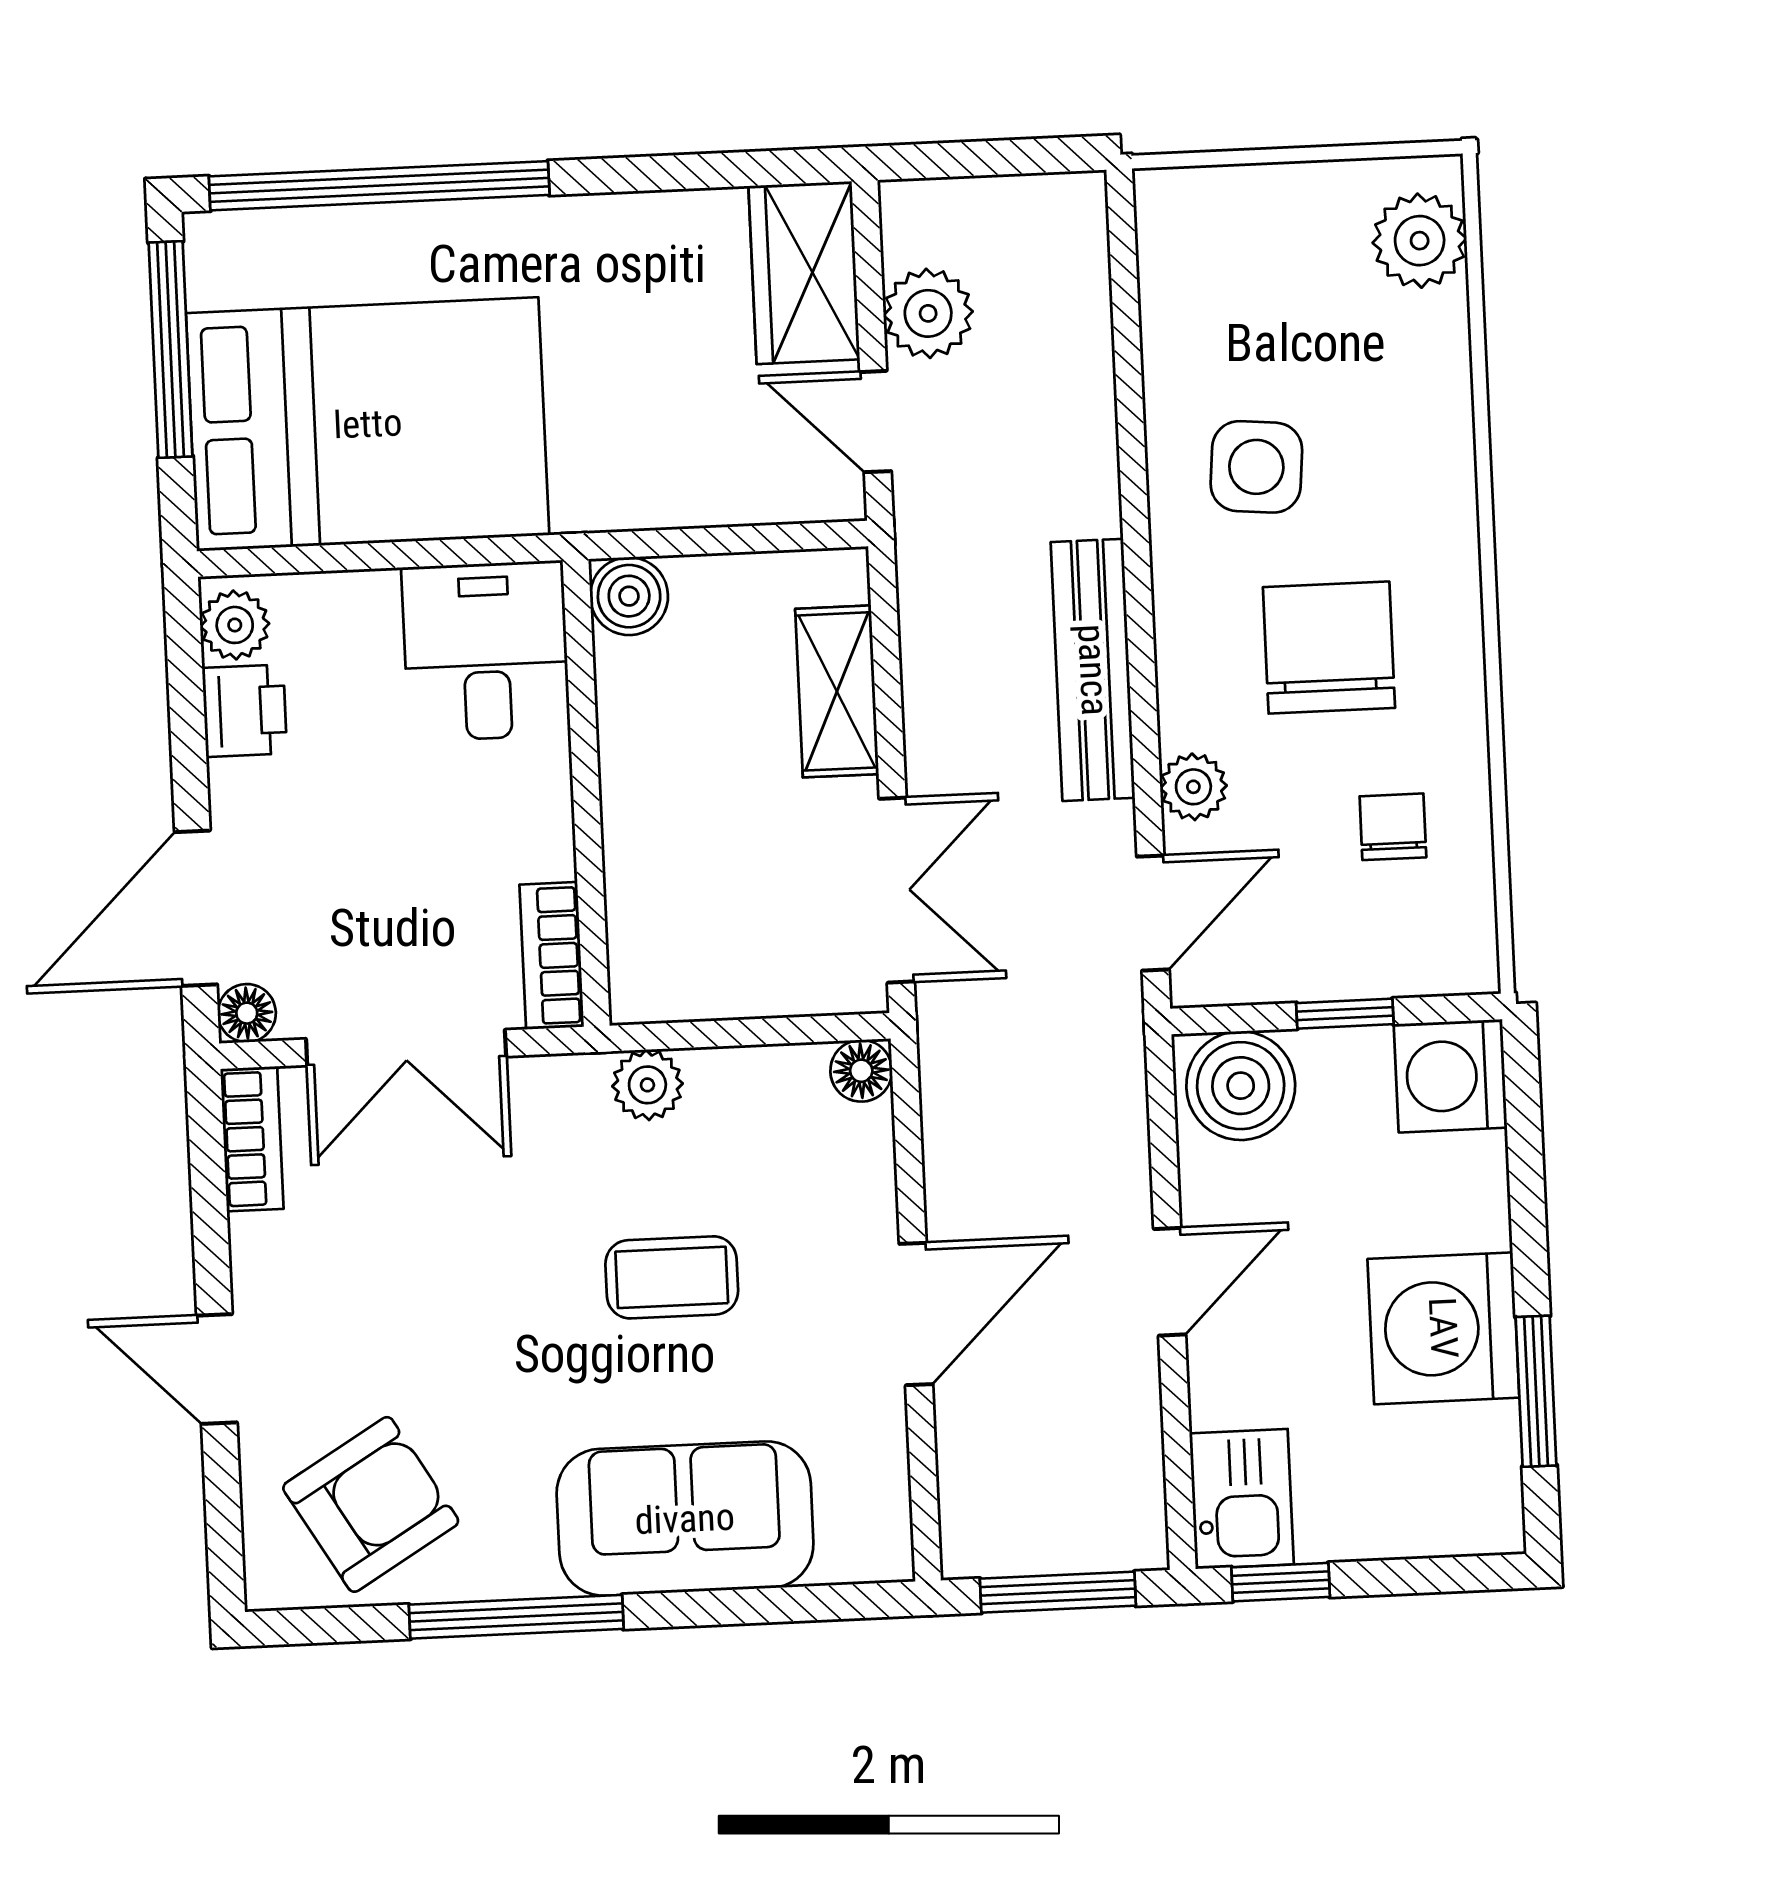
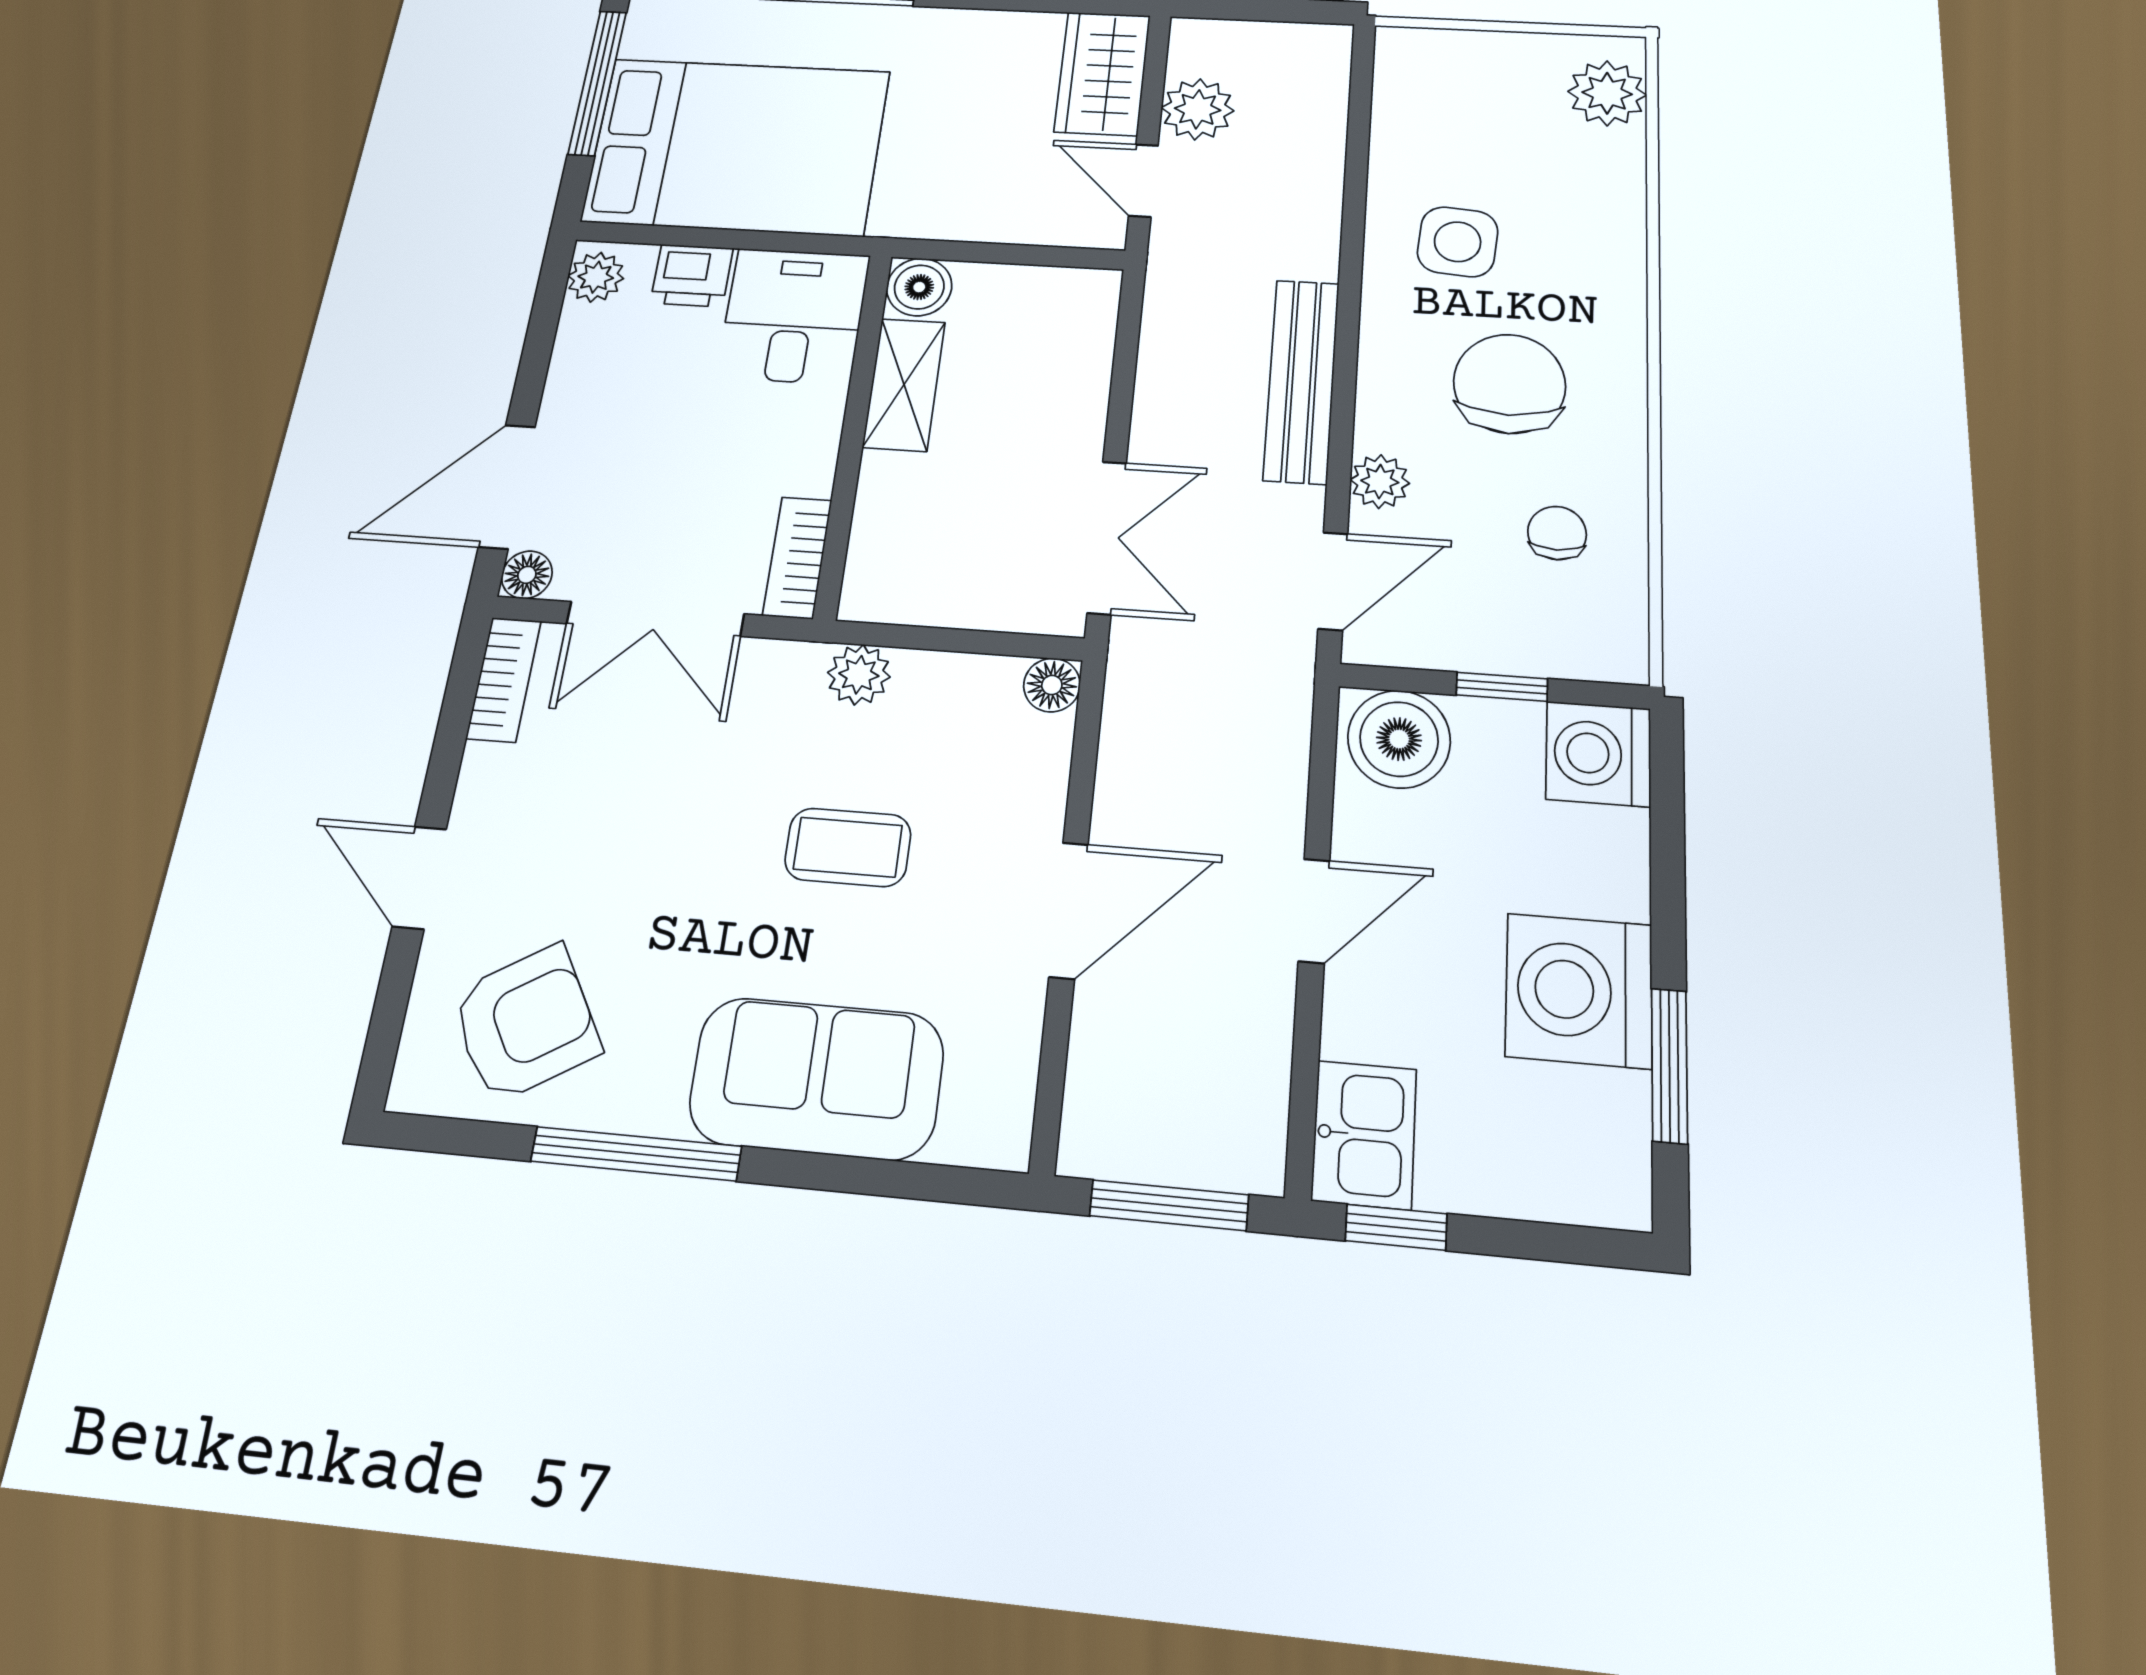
shelving: (837, 691) -> (904, 384), moved
printer: (245, 711) -> (692, 276), moved, turned 90

